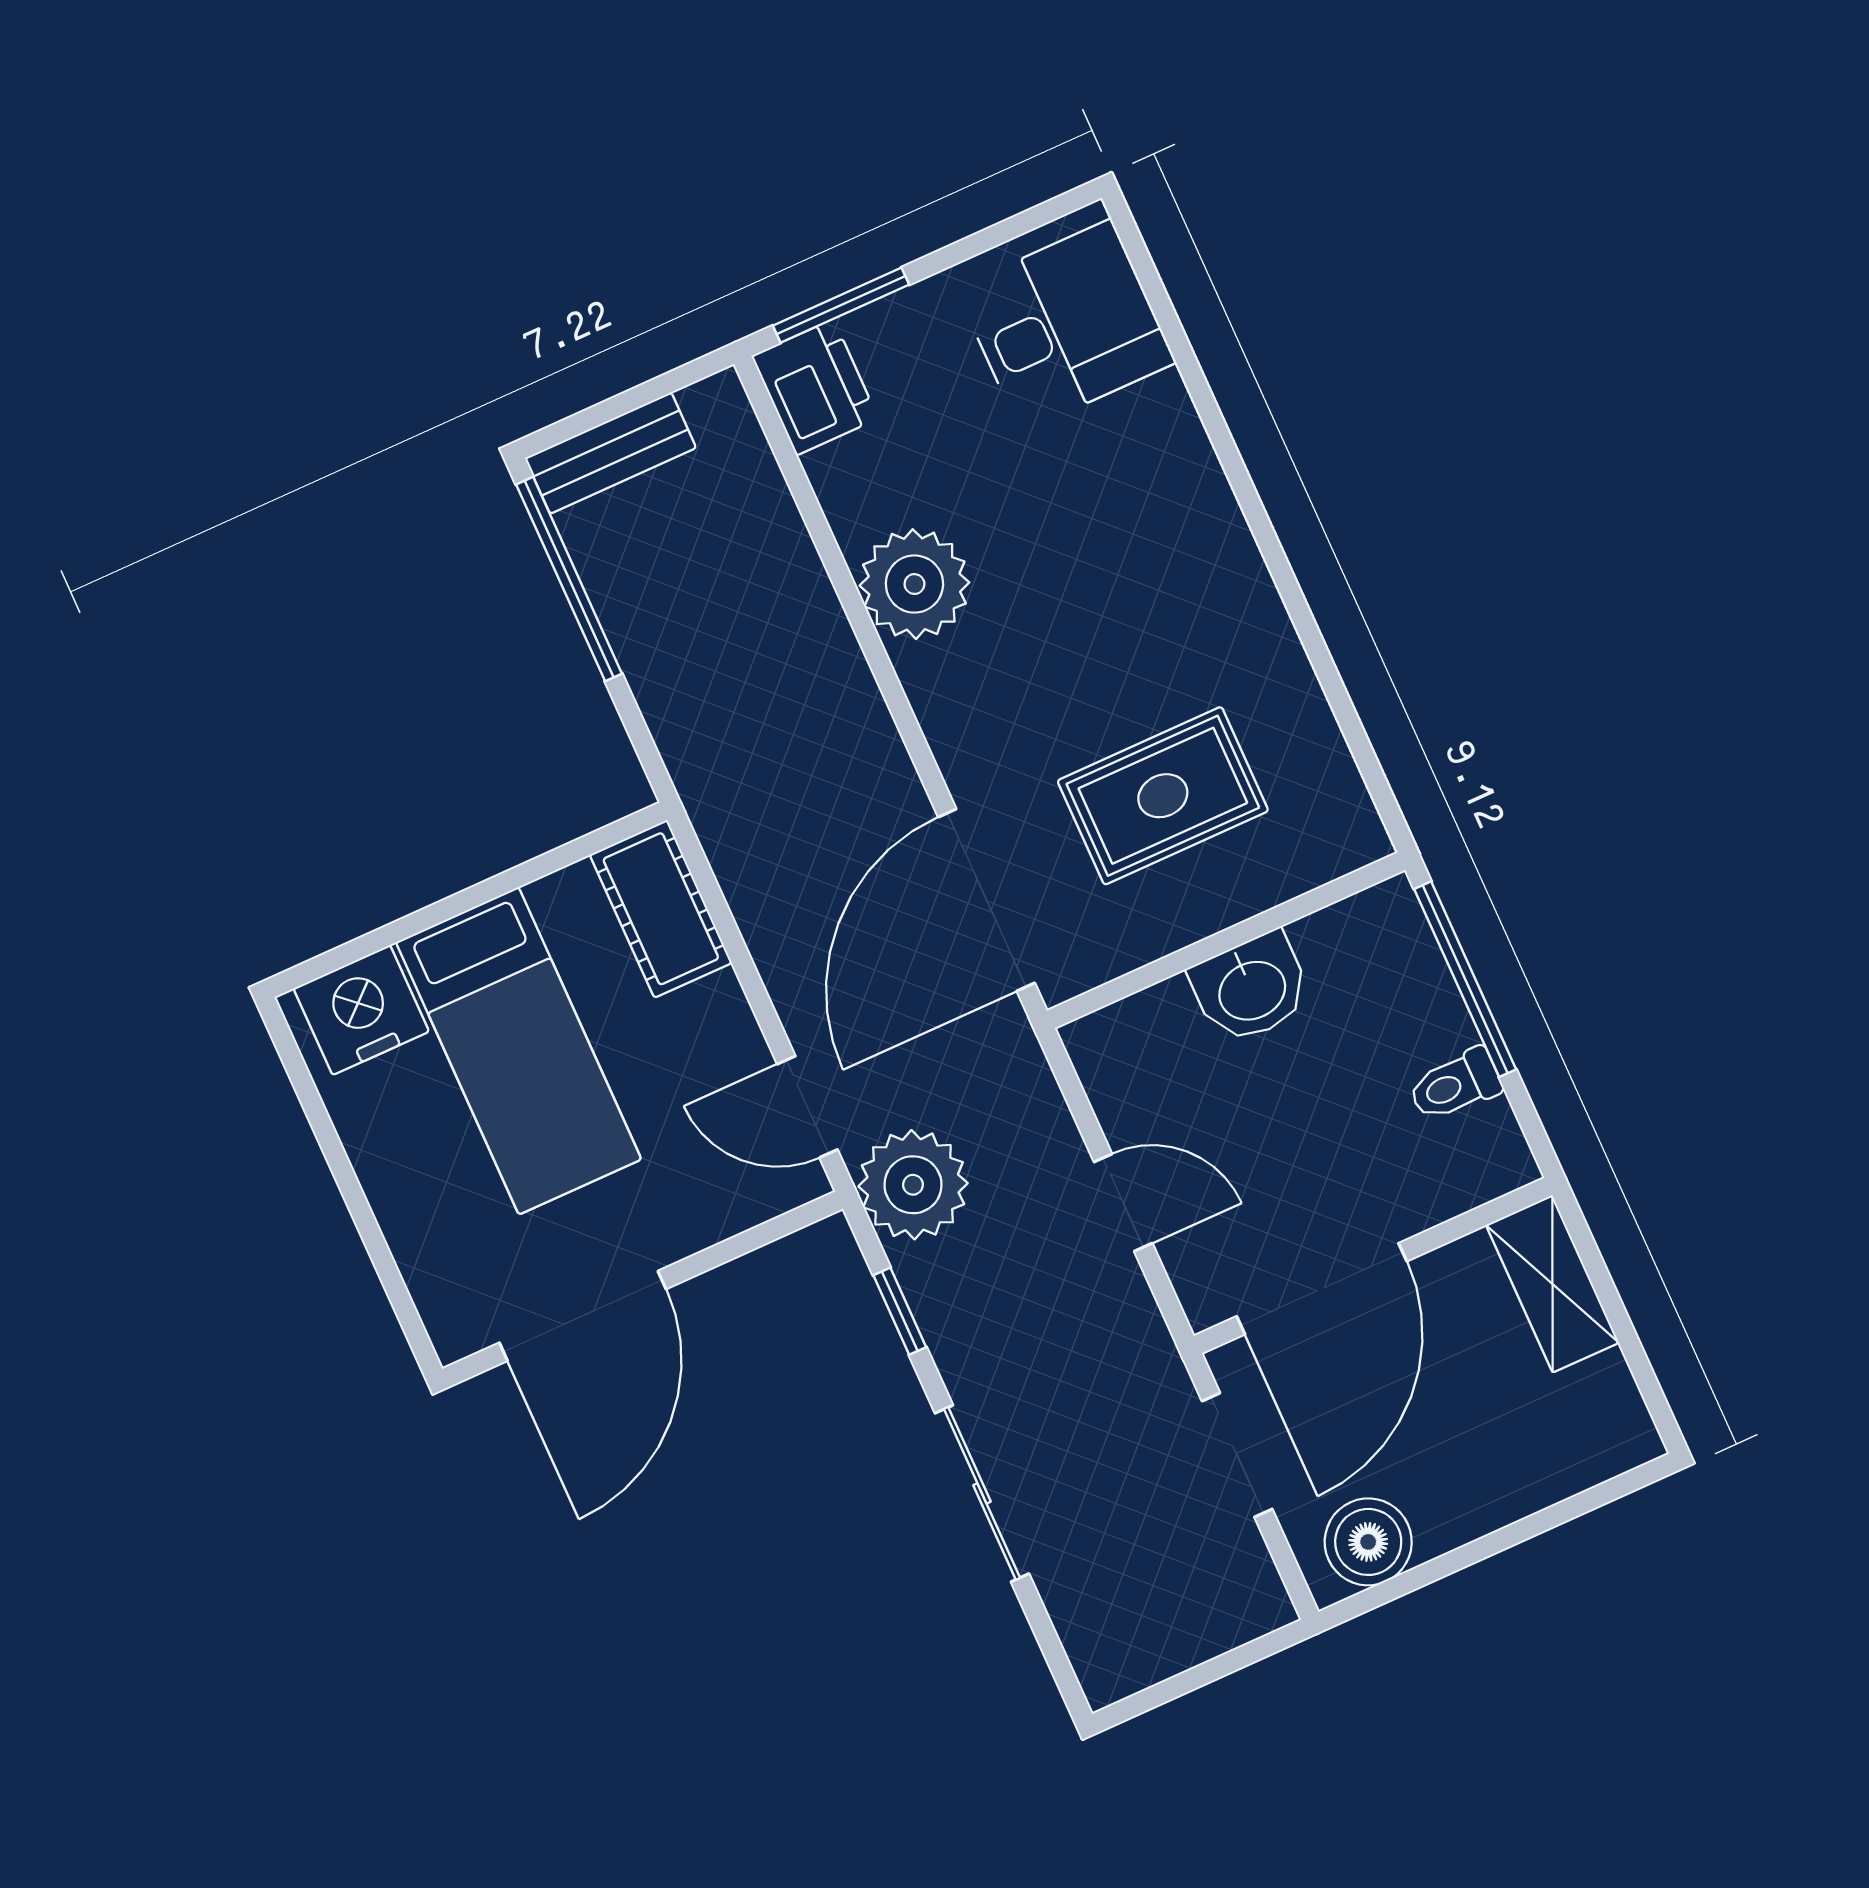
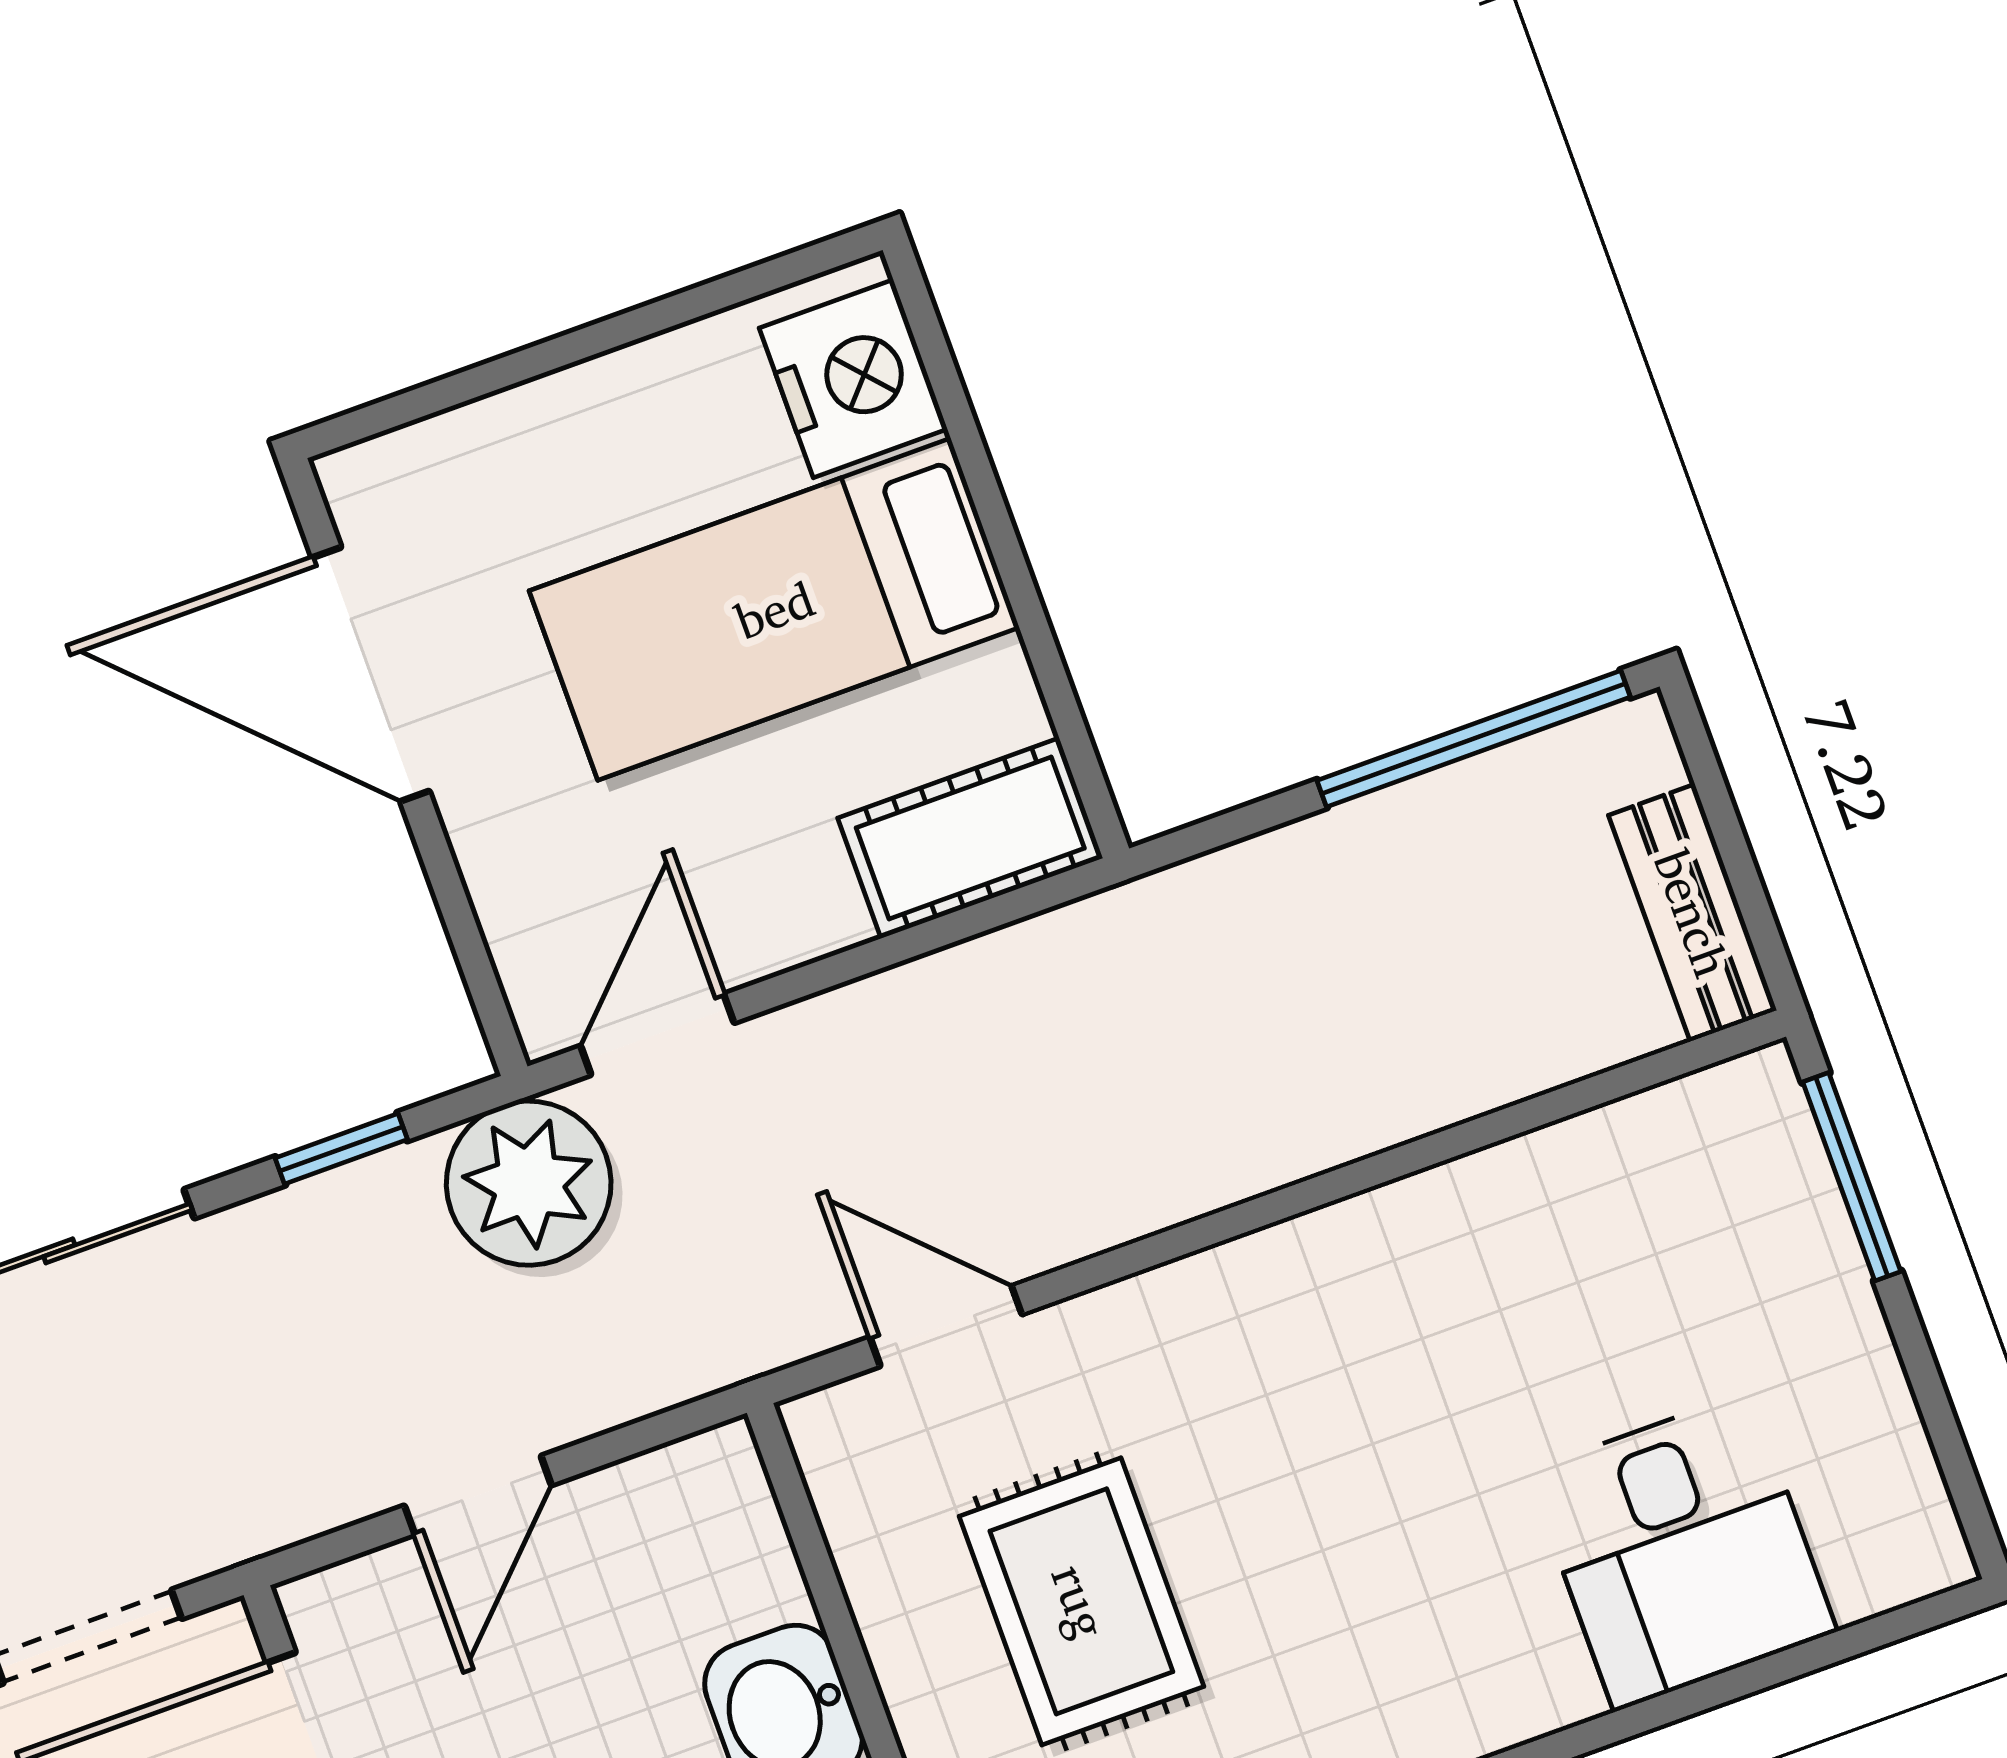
desk: (1066, 326) -> (1682, 1551), moved
printer: (815, 387) -> (1732, 1128), removed
bench: (611, 453) -> (1693, 913), moved
plant: (914, 584) -> (1426, 1254), removed
door: (987, 900) -> (946, 1326), width x0.53

